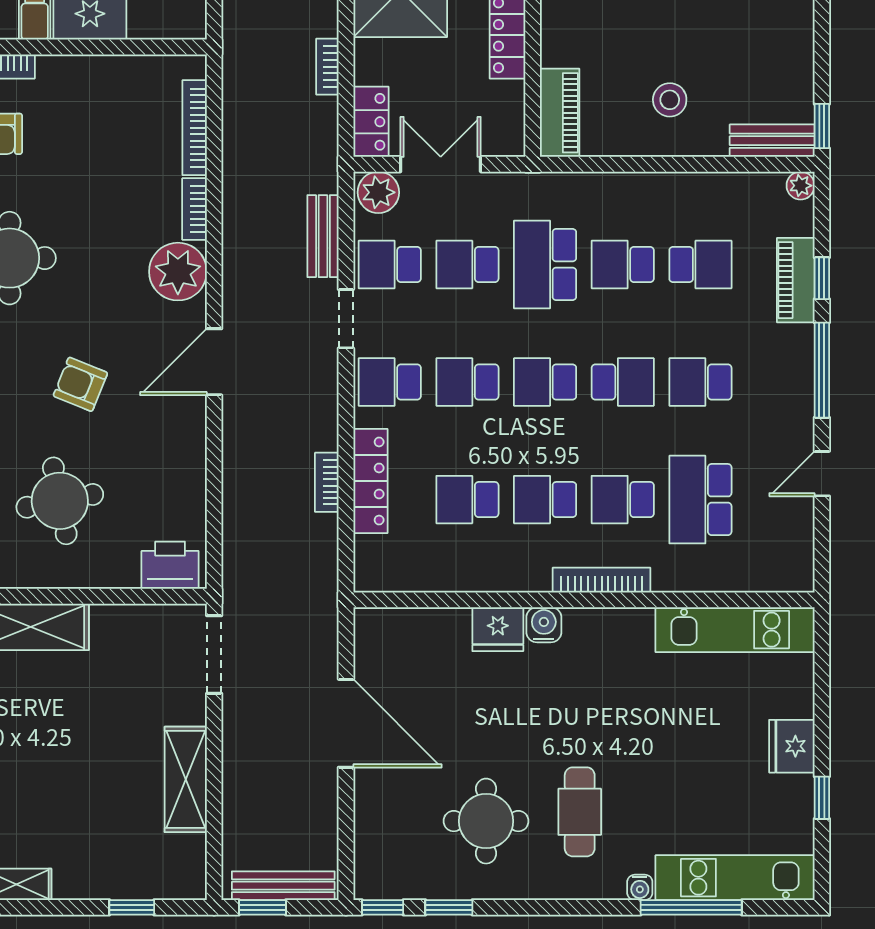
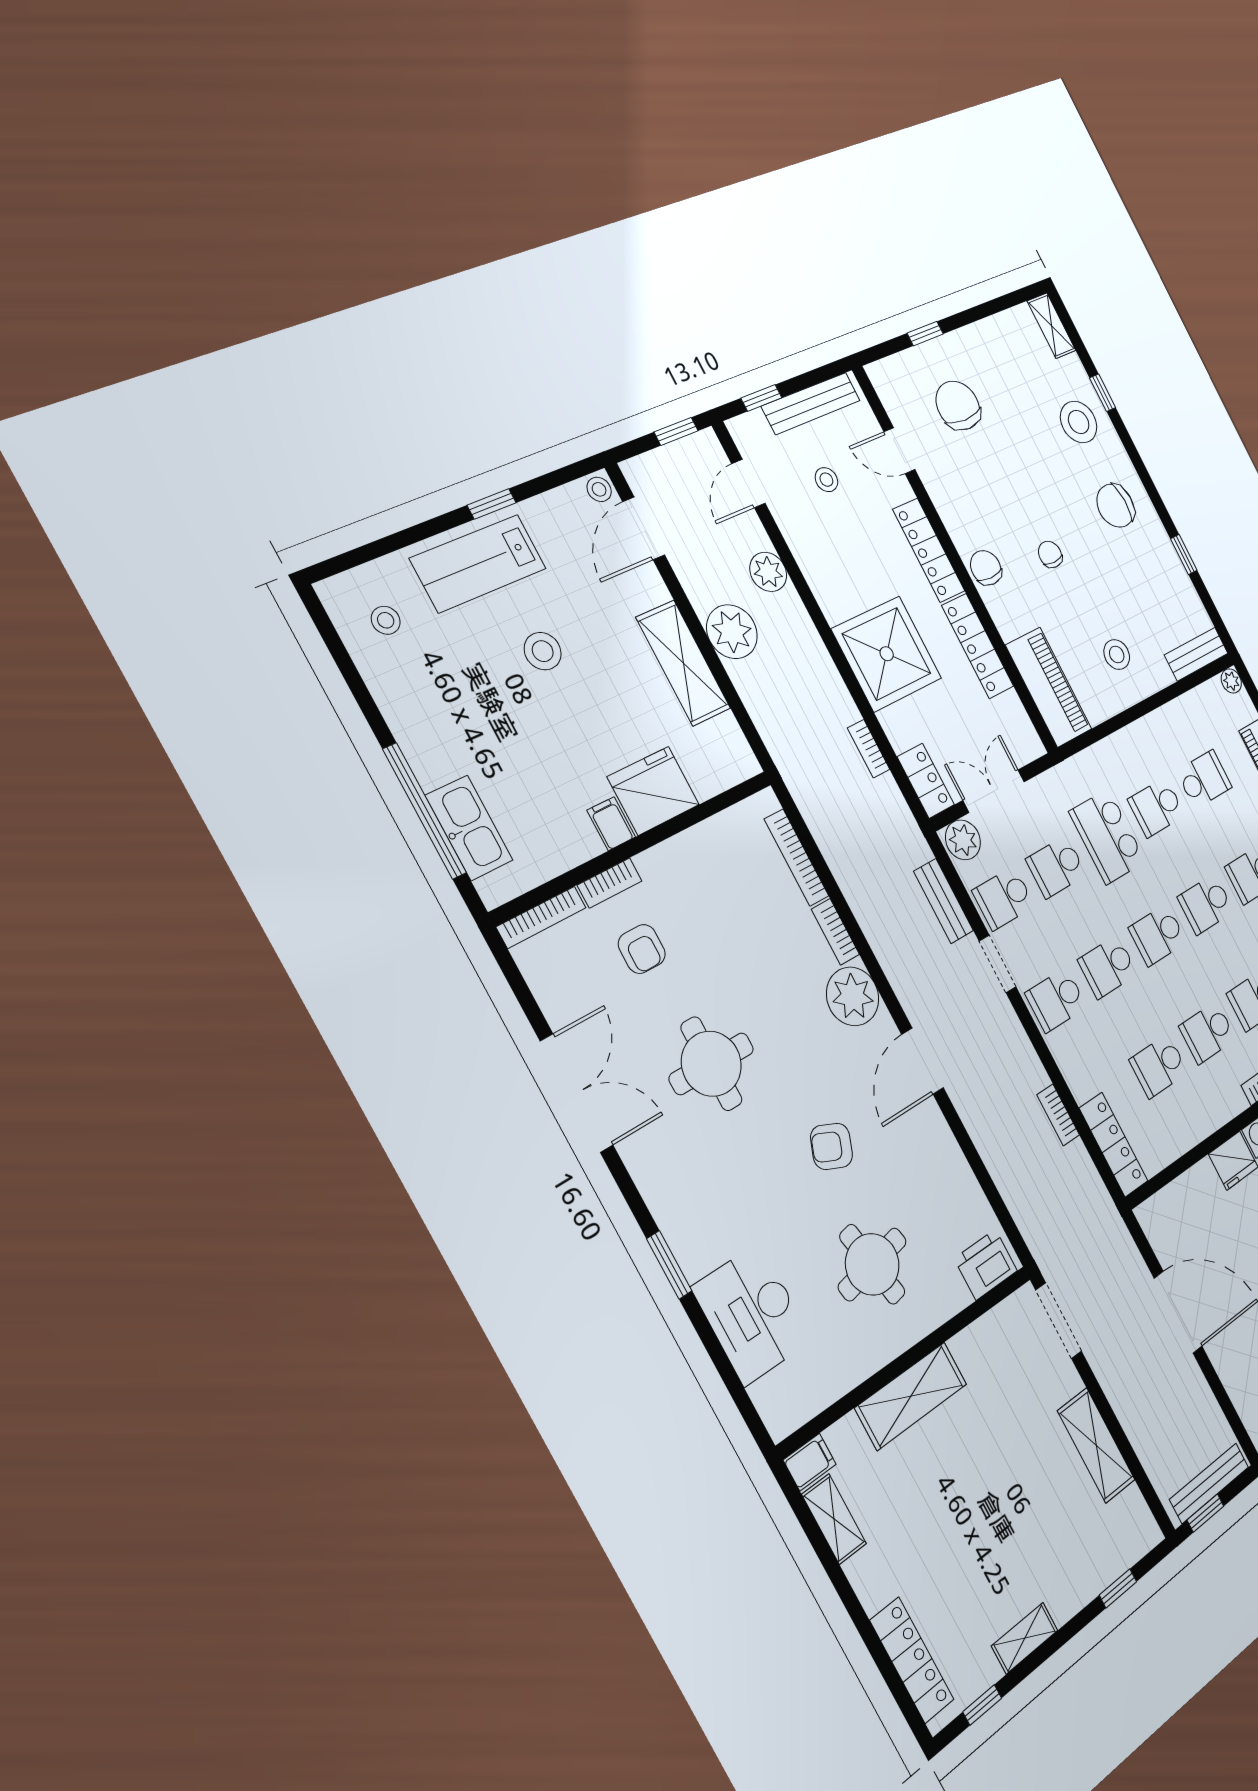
piano: (560, 113) -> (1049, 687), width x1.37, depth x1.33
window: (822, 126) -> (1184, 555), moved
school desk: (623, 382) -> (1206, 904), turned 180
locker: (370, 481) -> (1114, 1145), moved

